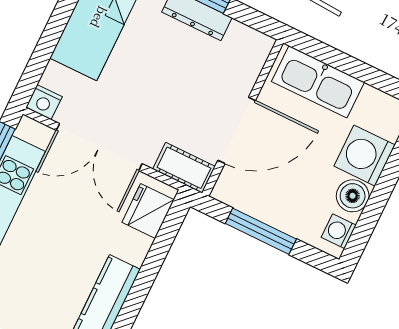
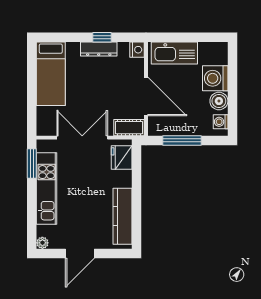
nightstand: (44, 102) -> (137, 50), moved, turned -90
door: (237, 130) -> (146, 97), hinge flipped
double door: (99, 147) -> (82, 138), swing flipped

